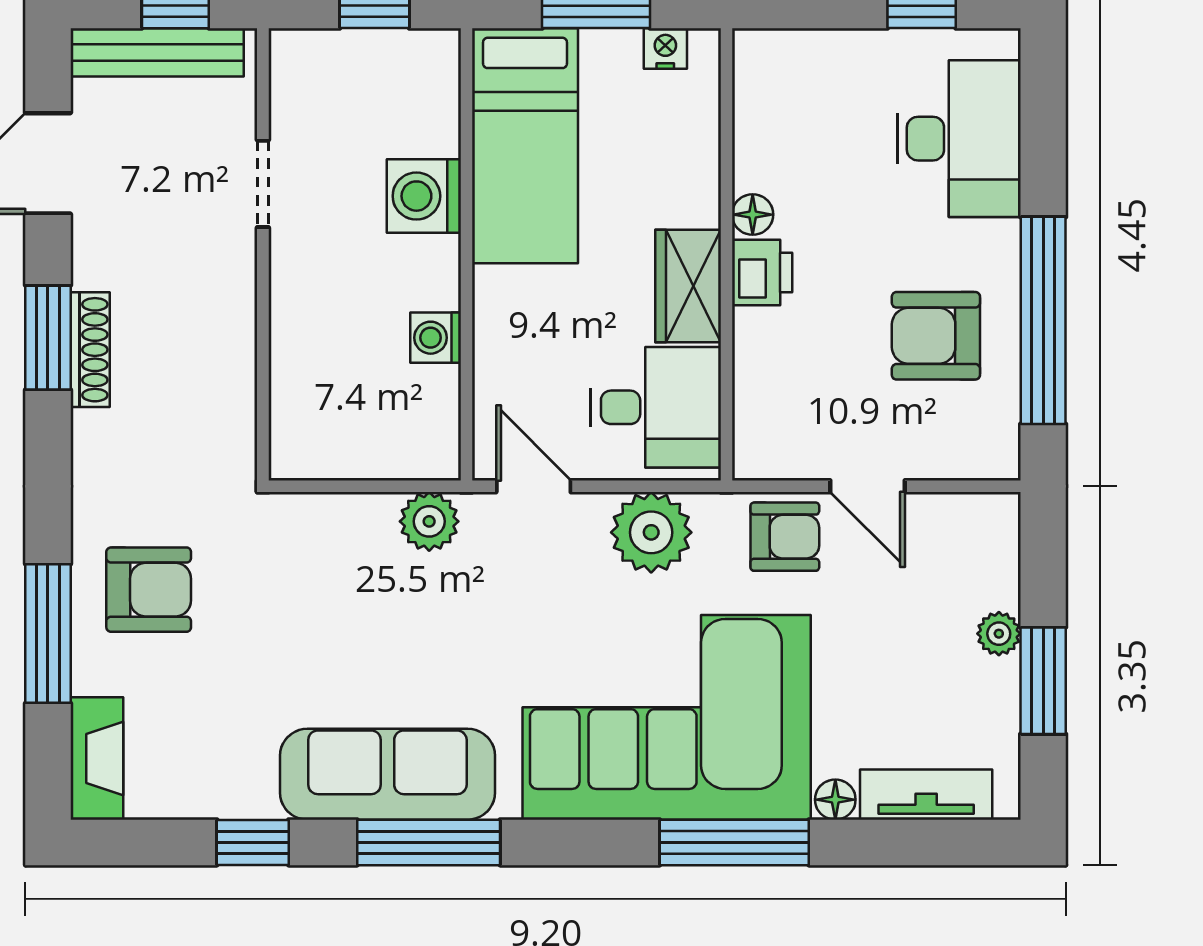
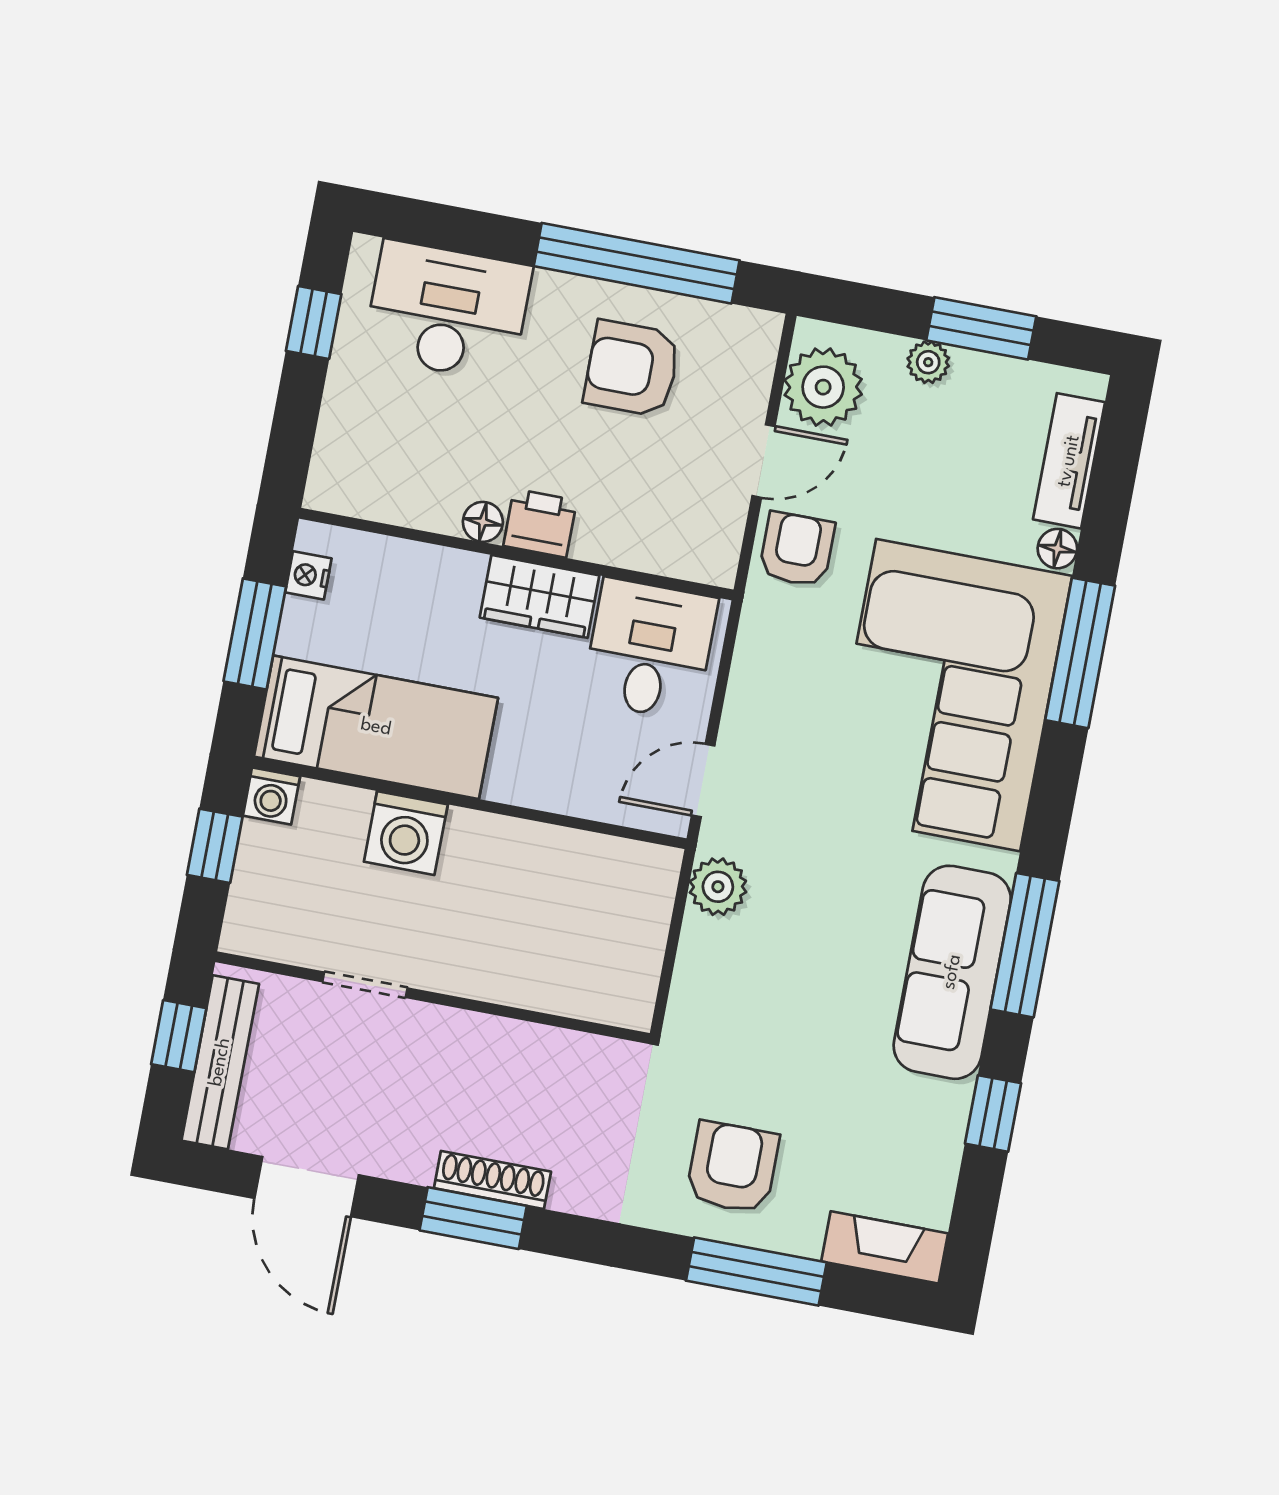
armchair: (936, 336) -> (632, 368), turned 90
washing machine: (436, 338) -> (271, 796), moved
plant: (651, 532) -> (823, 387), moved

